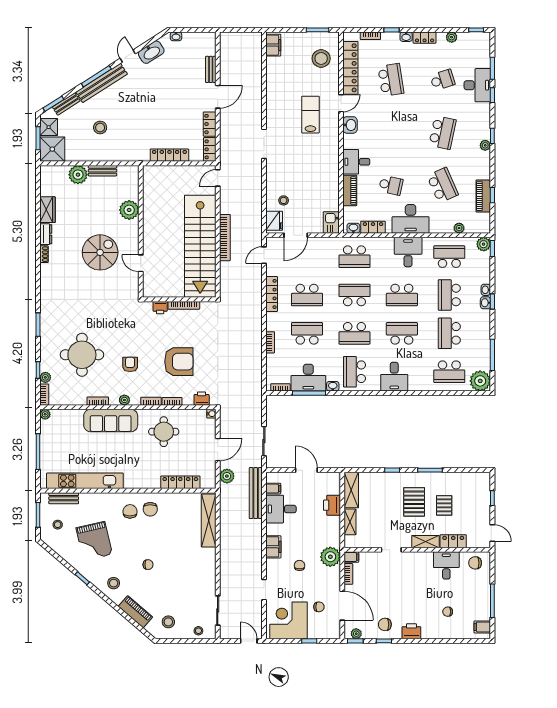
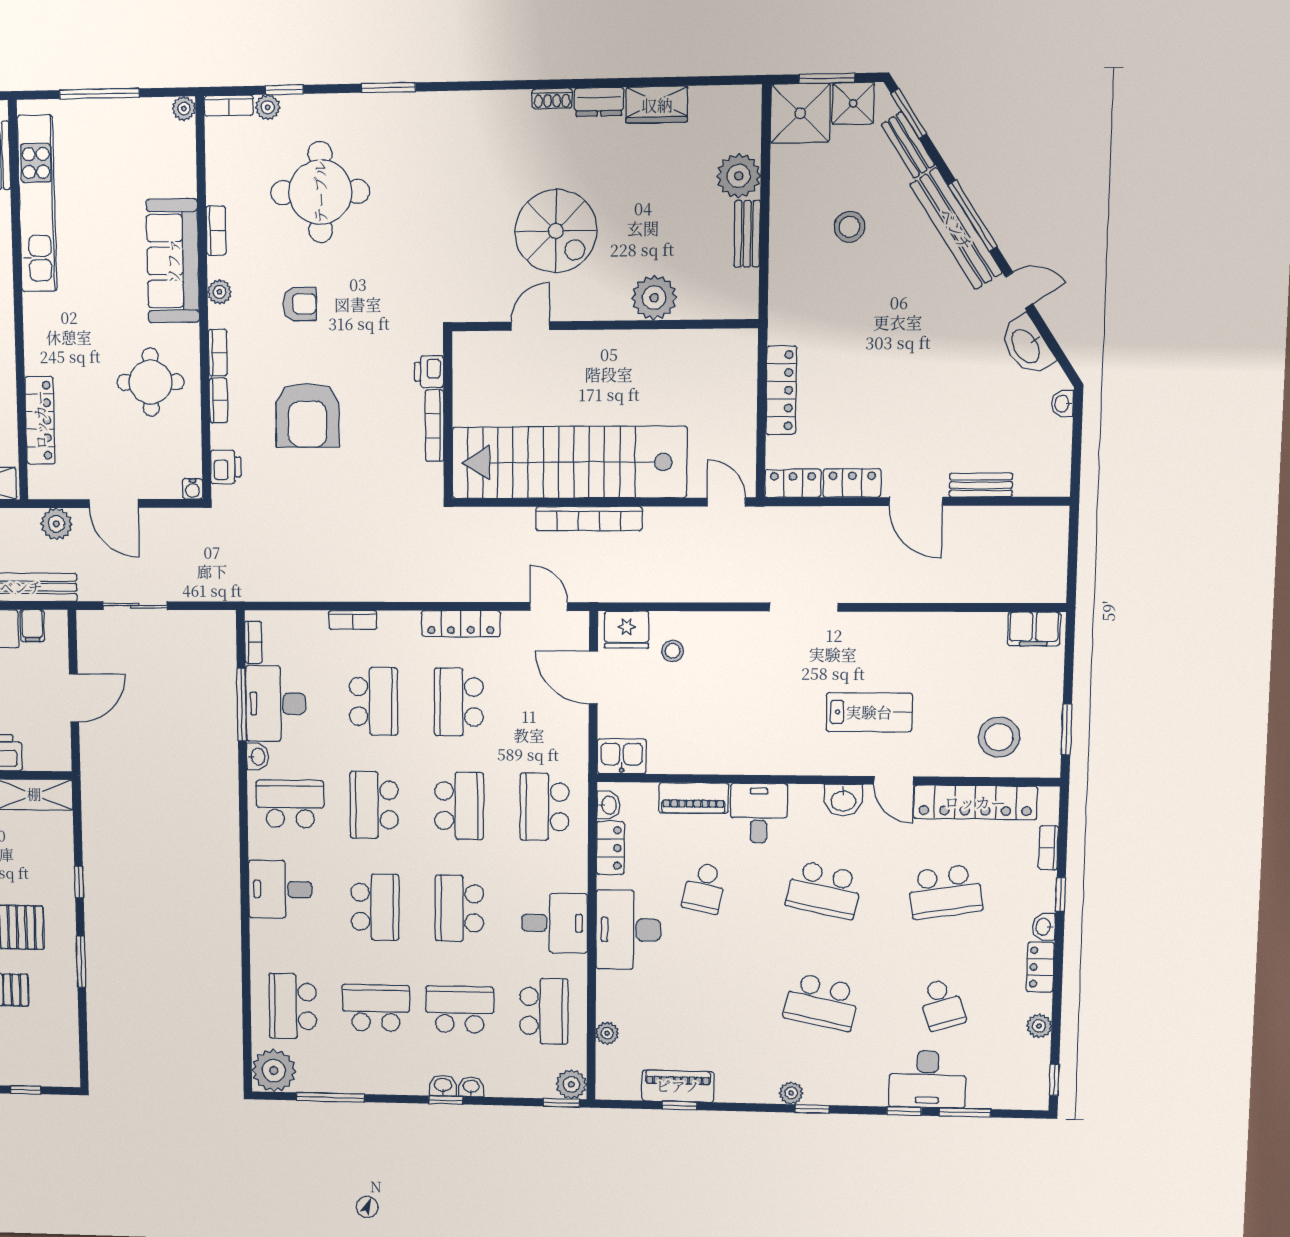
school desk: (443, 185) -> (824, 890), moved, turned 36

